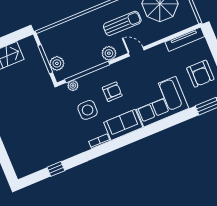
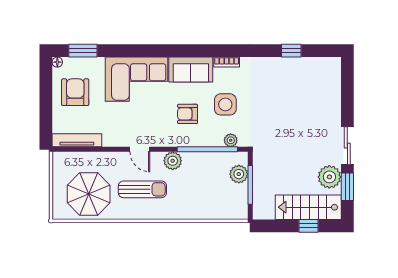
sun lounger: (122, 23) -> (142, 189), turned 180

